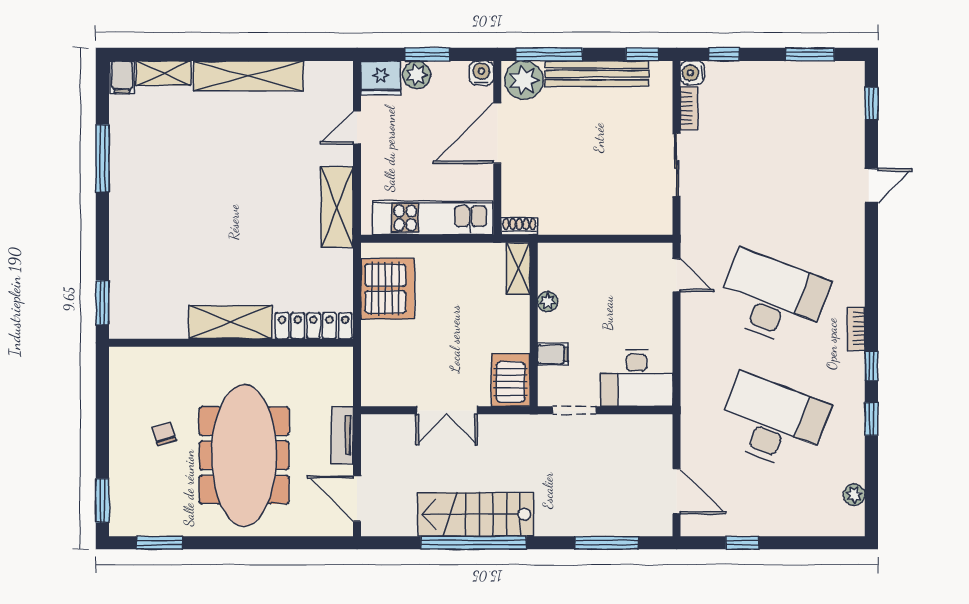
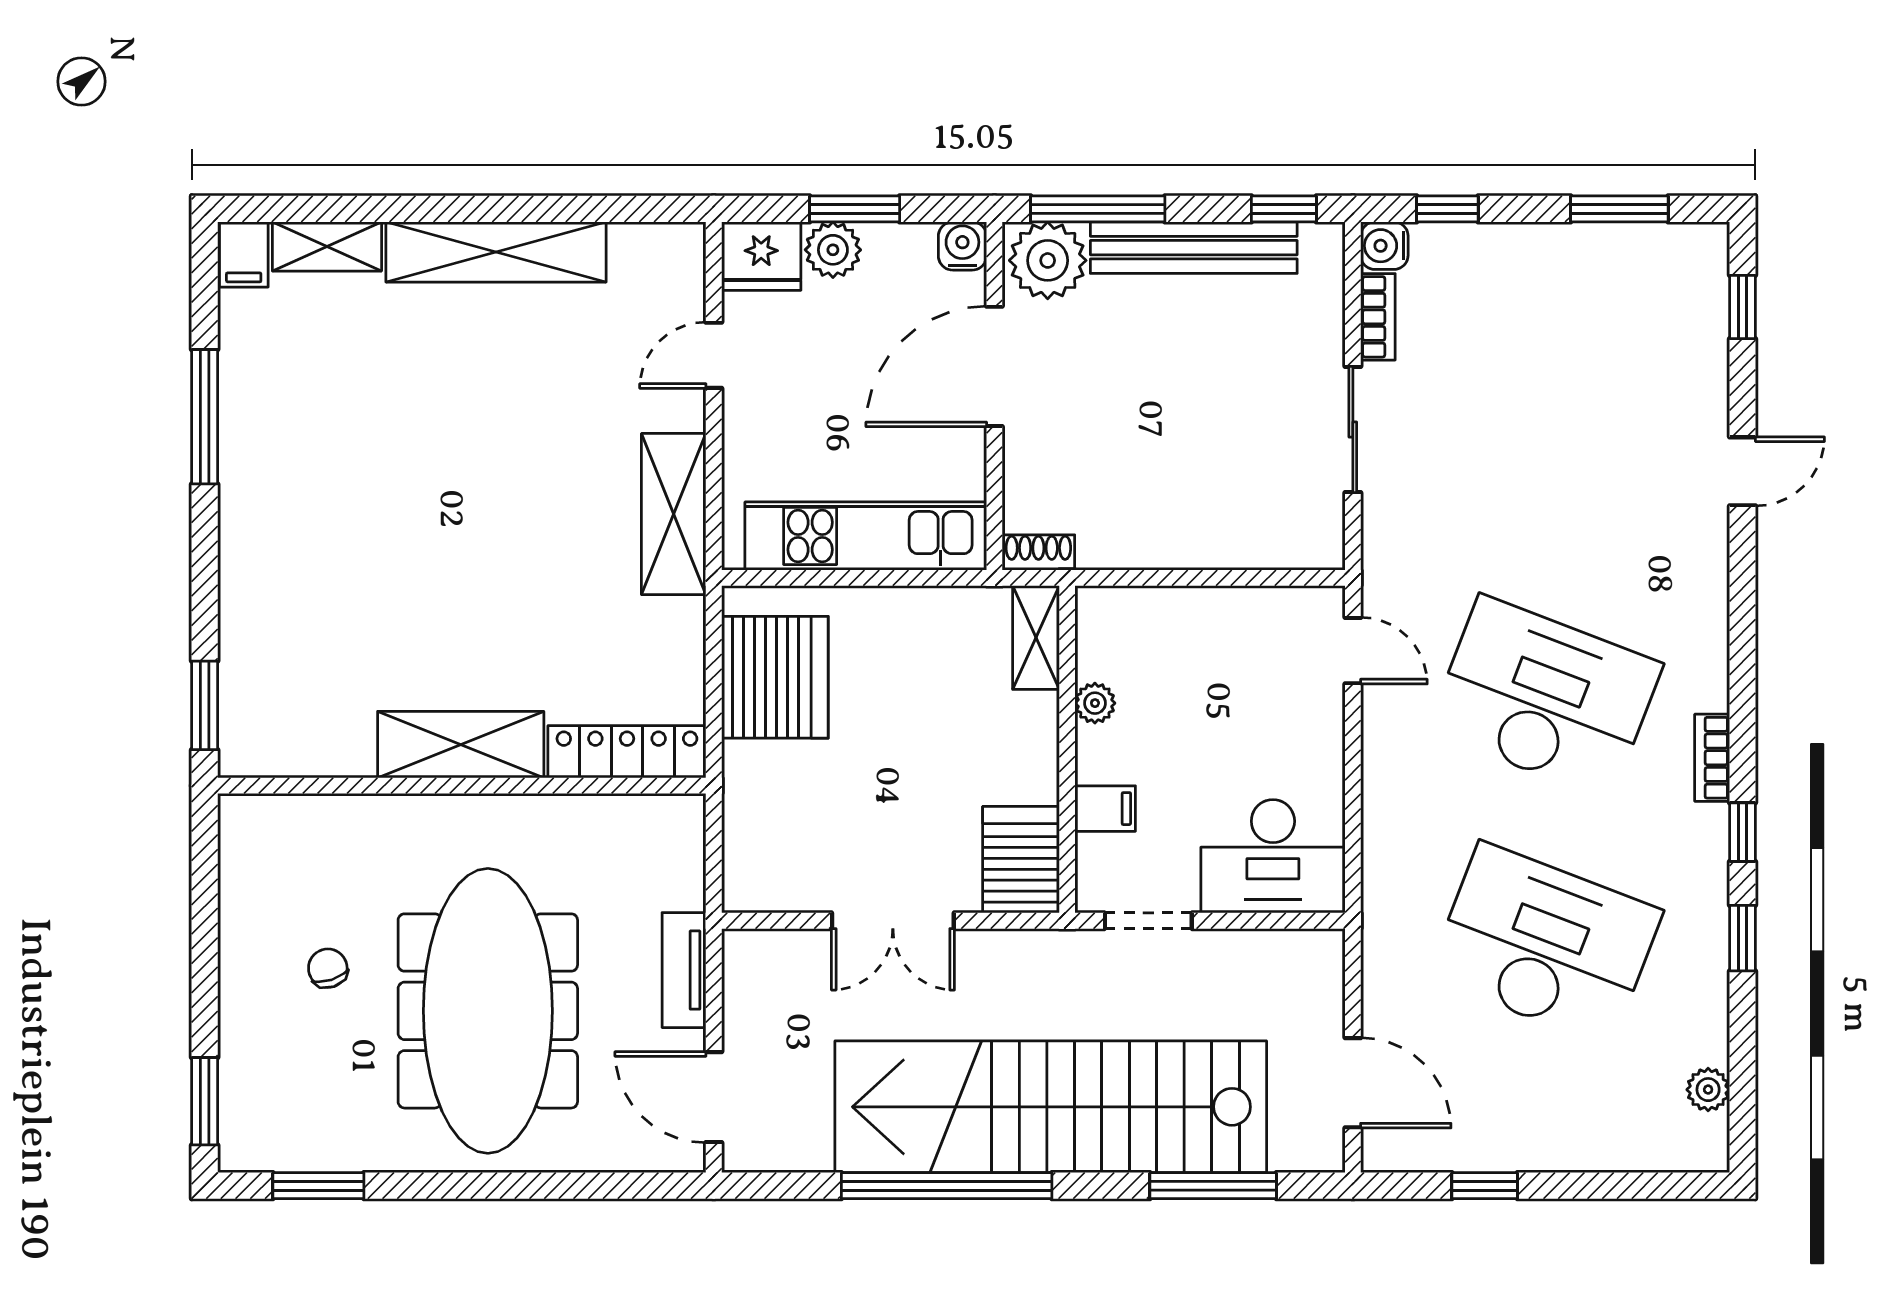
stairs: (476, 514) -> (1051, 1107), width x1.86, depth x1.51

